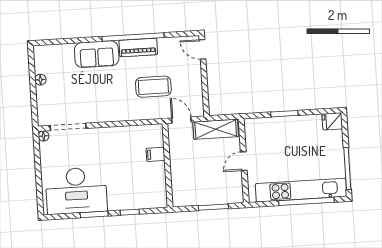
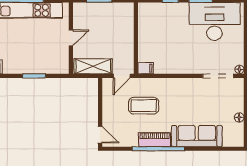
sofa: (97, 54) -> (197, 136), width x1.36
door: (181, 120) -> (122, 76), hinge flipped
filing cabinet: (155, 154) -> (145, 68), moved

